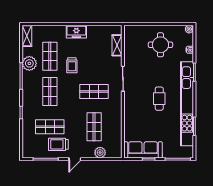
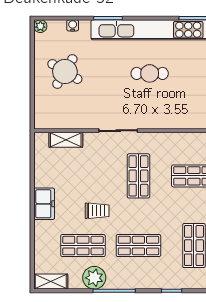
round table: (160, 45) -> (65, 72), turned 31

